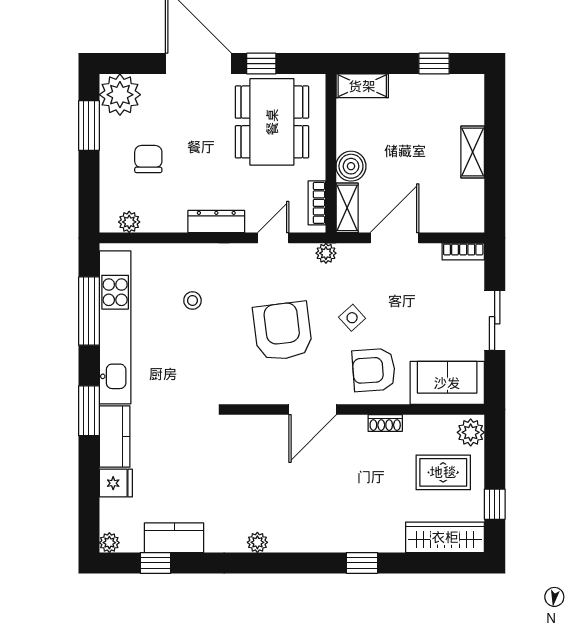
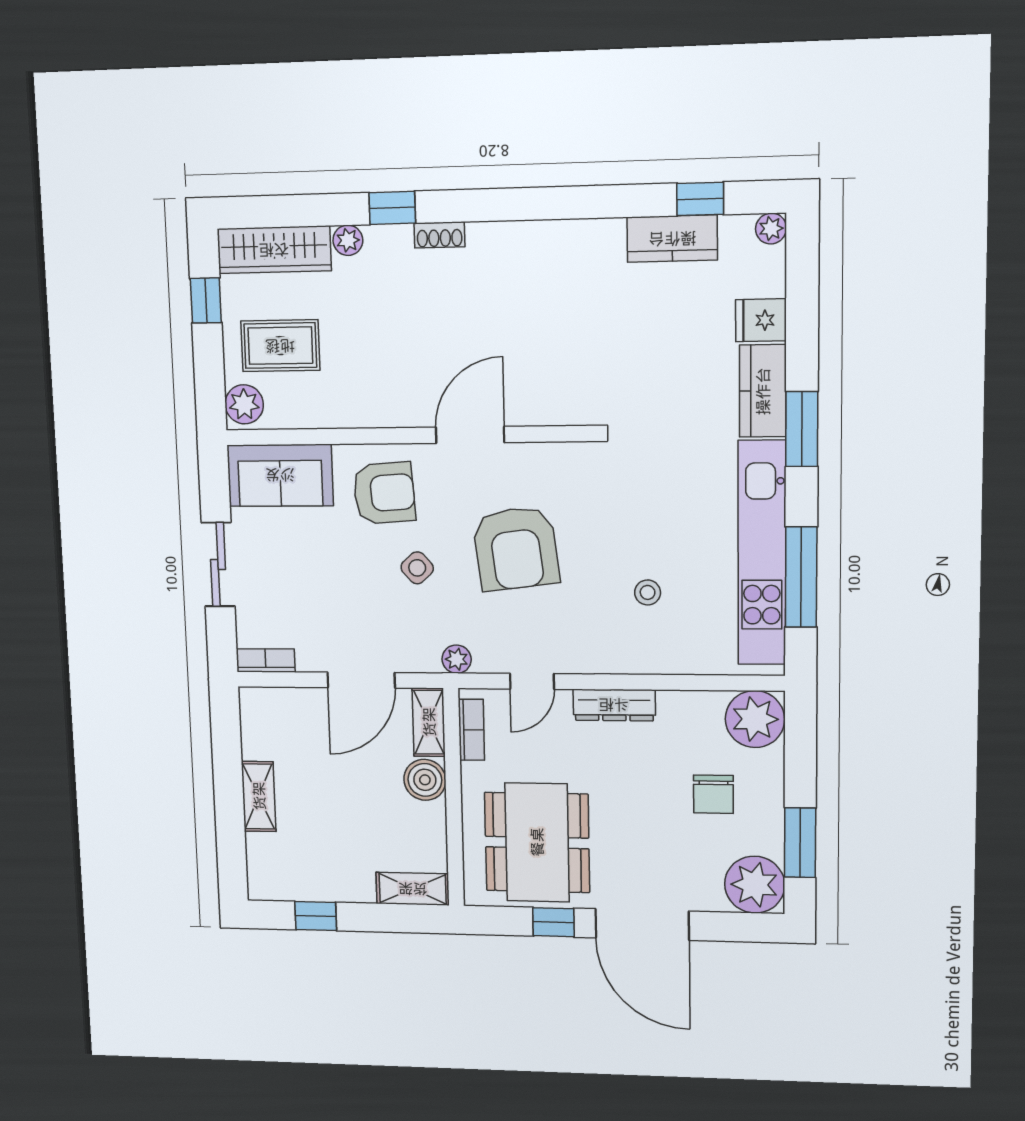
plant: (129, 222) -> (755, 719), width x1.88, depth x1.88
shoe rack: (385, 423) -> (439, 235), moved, turned 180
plant: (257, 542) -> (348, 240), moved

